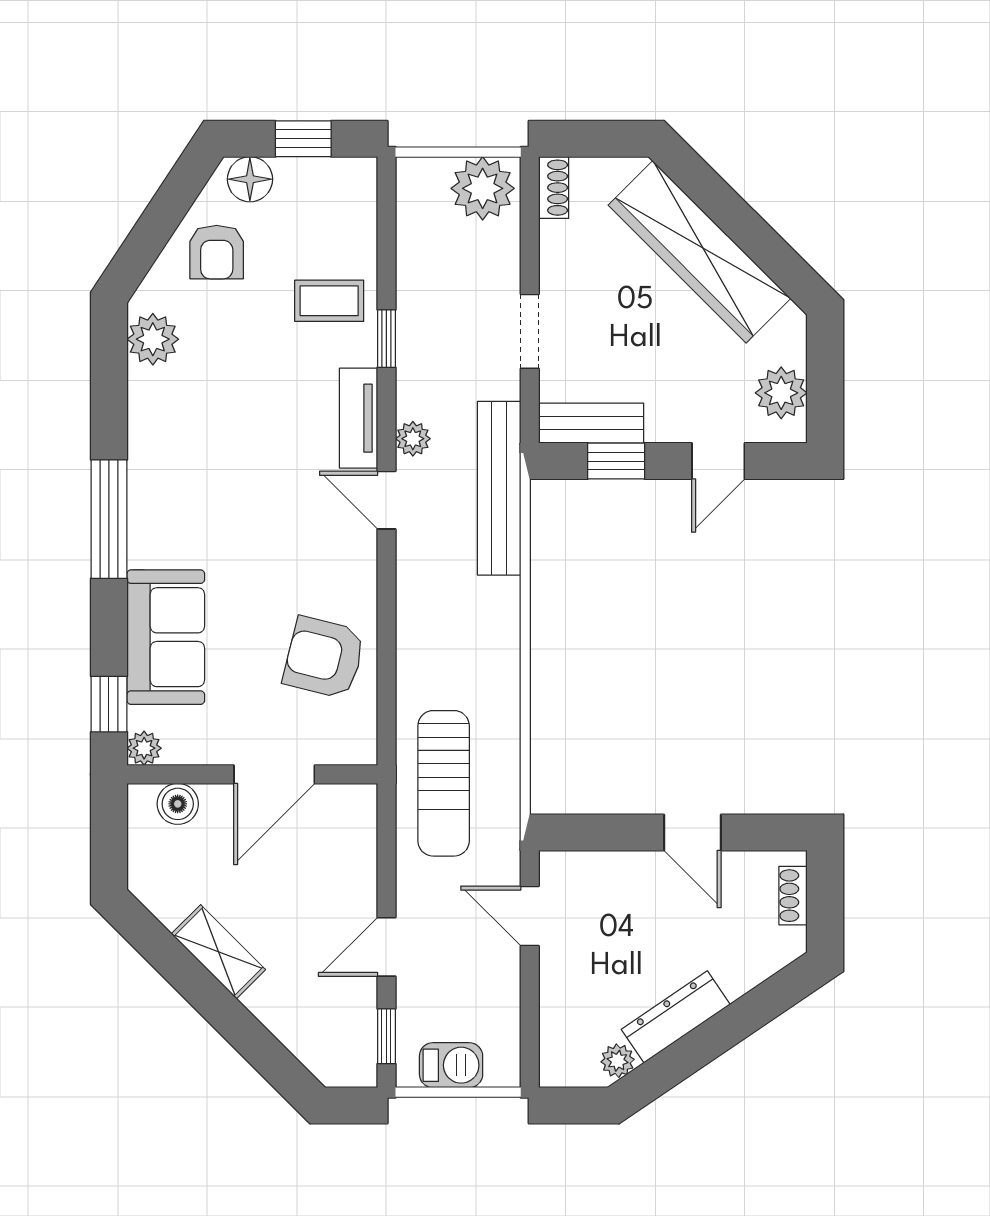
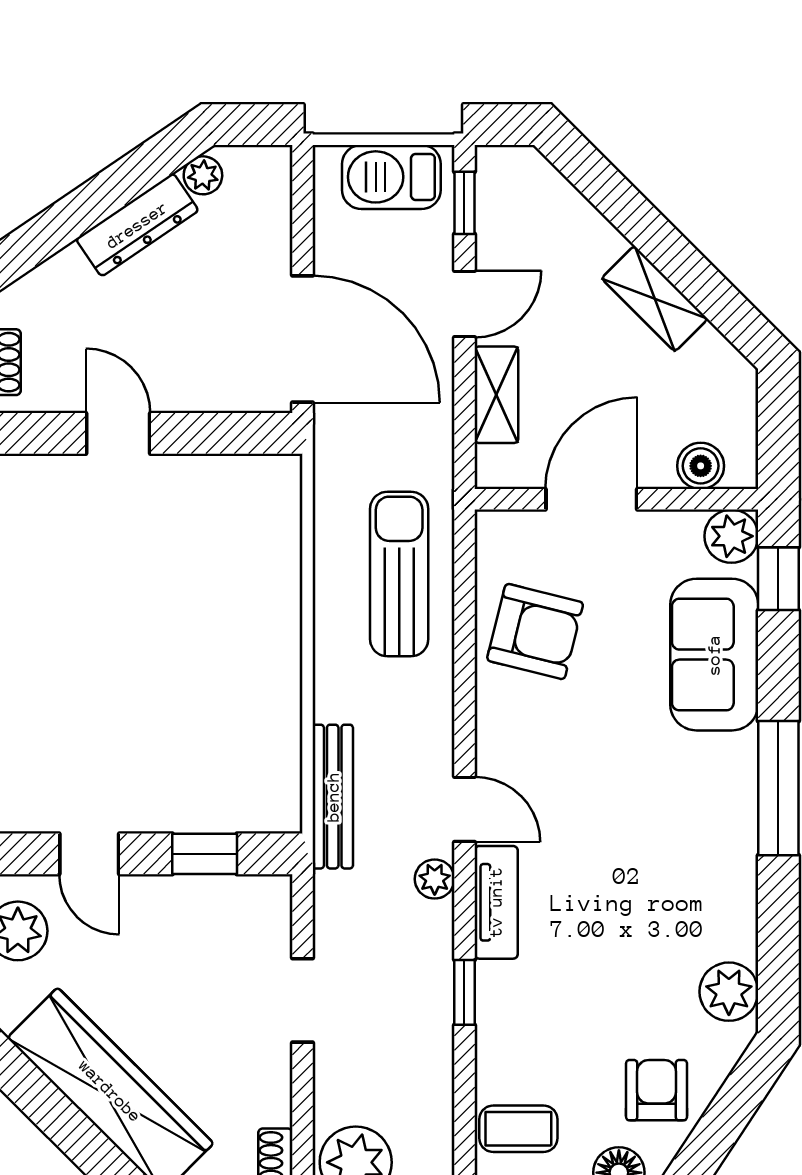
coffee table: (329, 301) -> (518, 1129), moved
bench: (591, 423) -> (233, 897), removed
door: (718, 461) -> (89, 854), swing flipped
bench: (499, 488) -> (333, 797), width x0.73, depth x0.82
plant: (144, 748) -> (731, 536), width x1.38, depth x1.38
sun lounger: (444, 783) -> (399, 574), moved
shelving: (358, 867) -> (496, 395), added
door: (530, 916) -> (302, 339), width x1.88
barbecue: (451, 1065) -> (391, 177), width x1.38, depth x1.27

